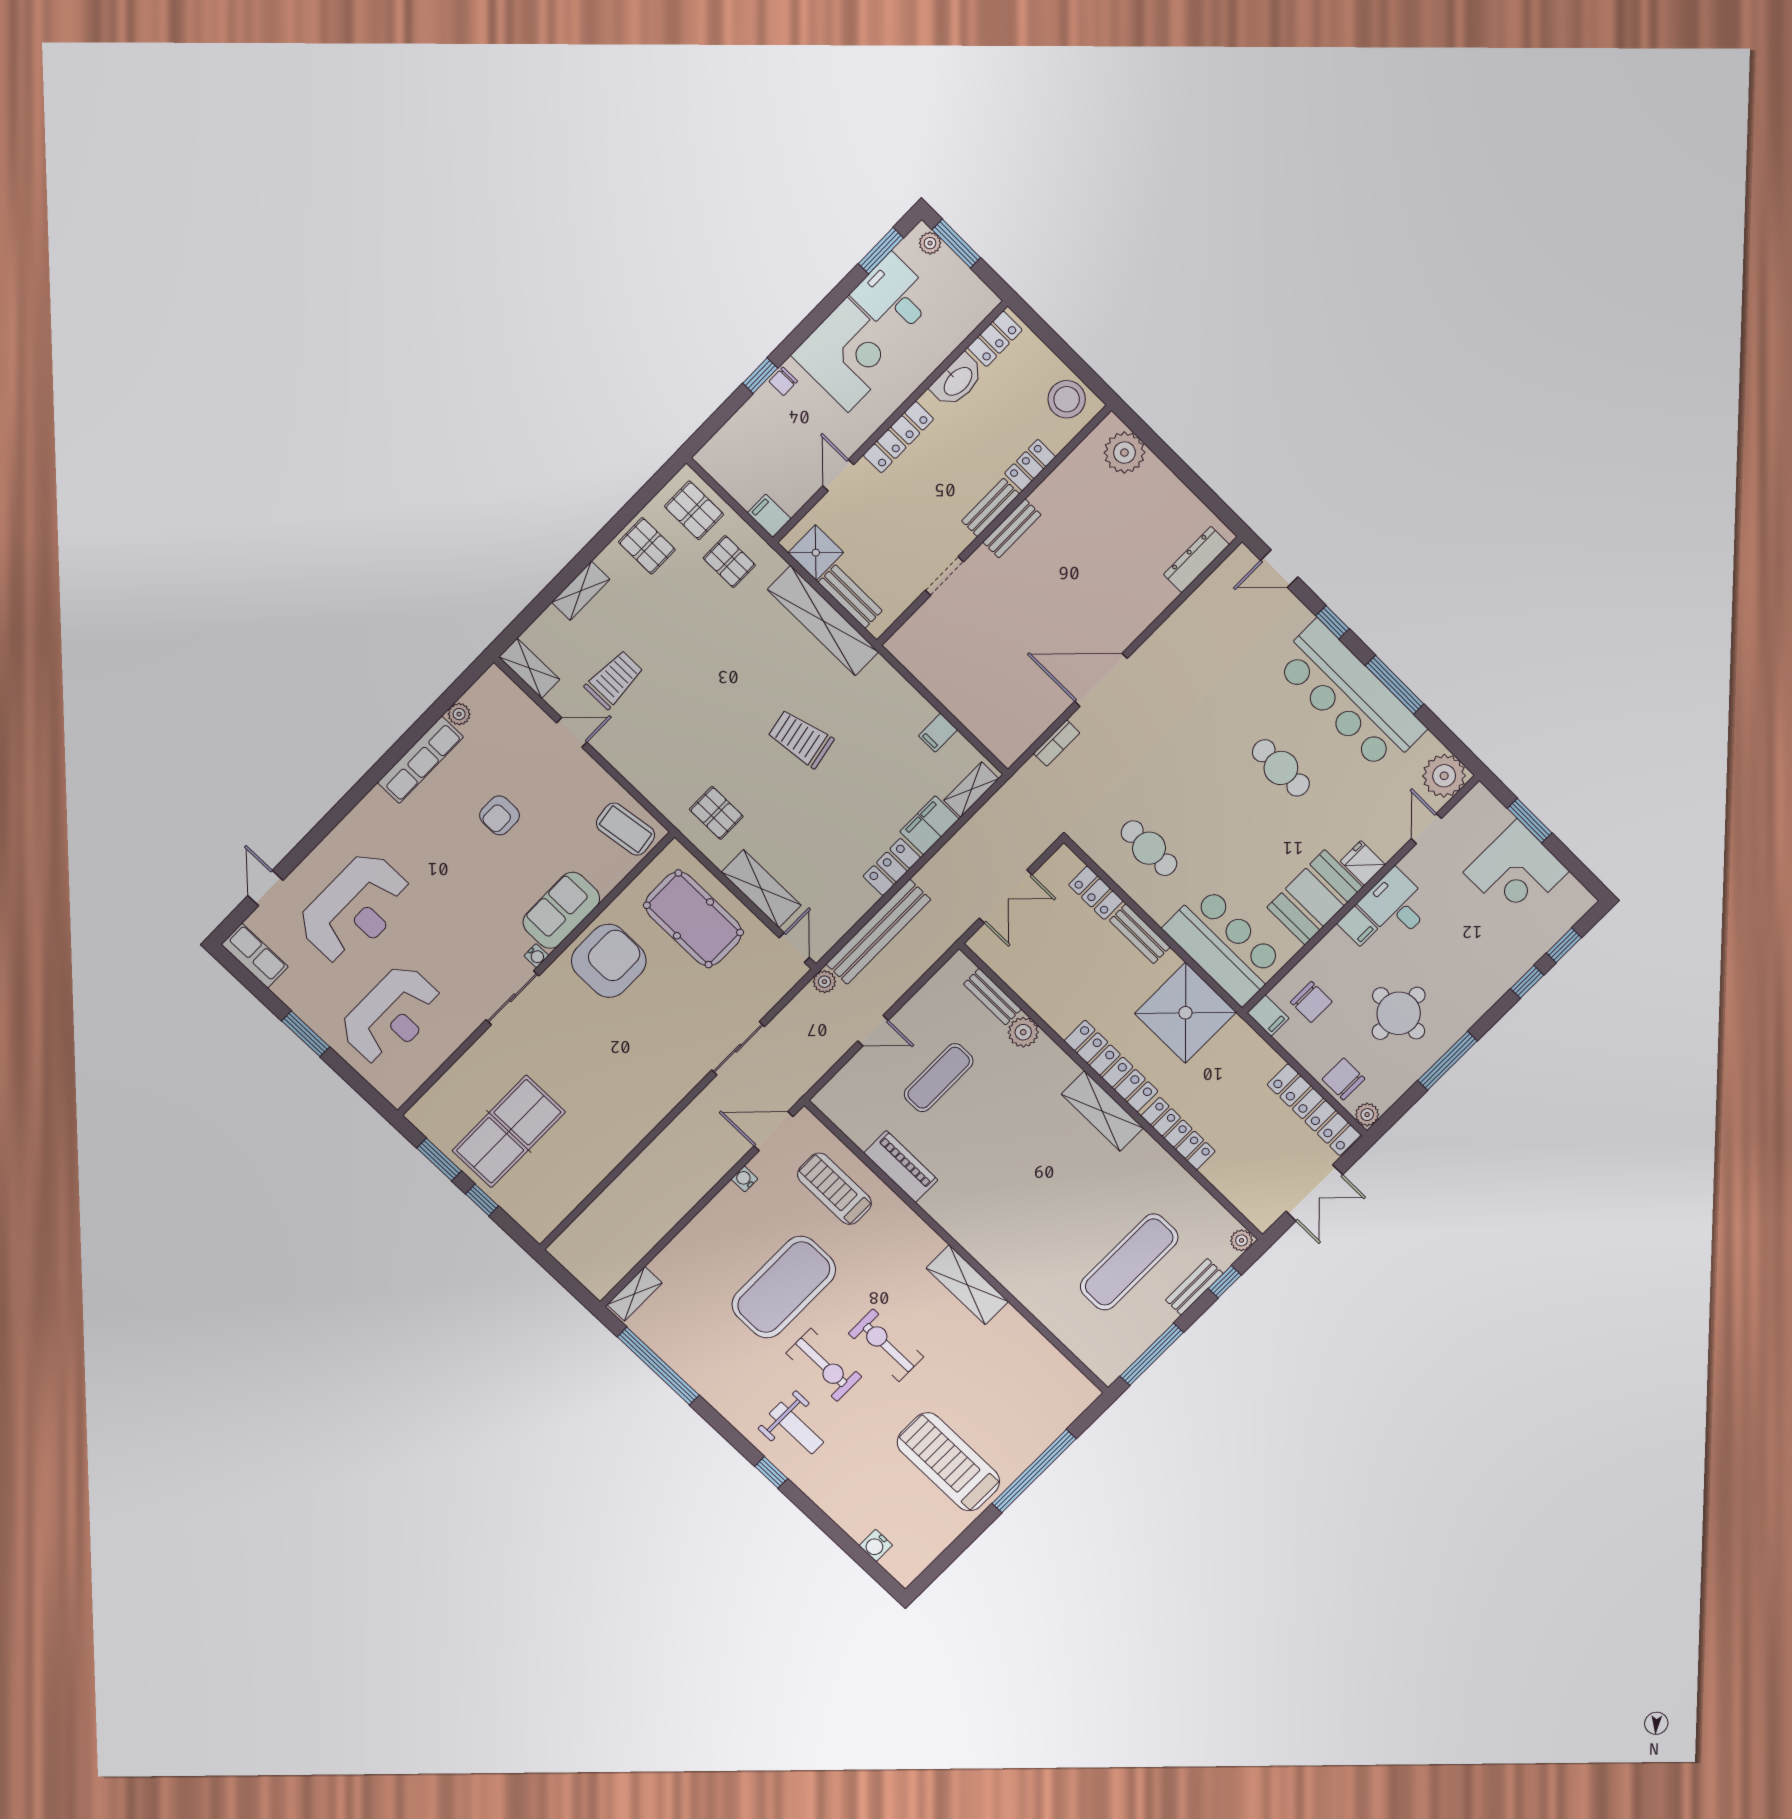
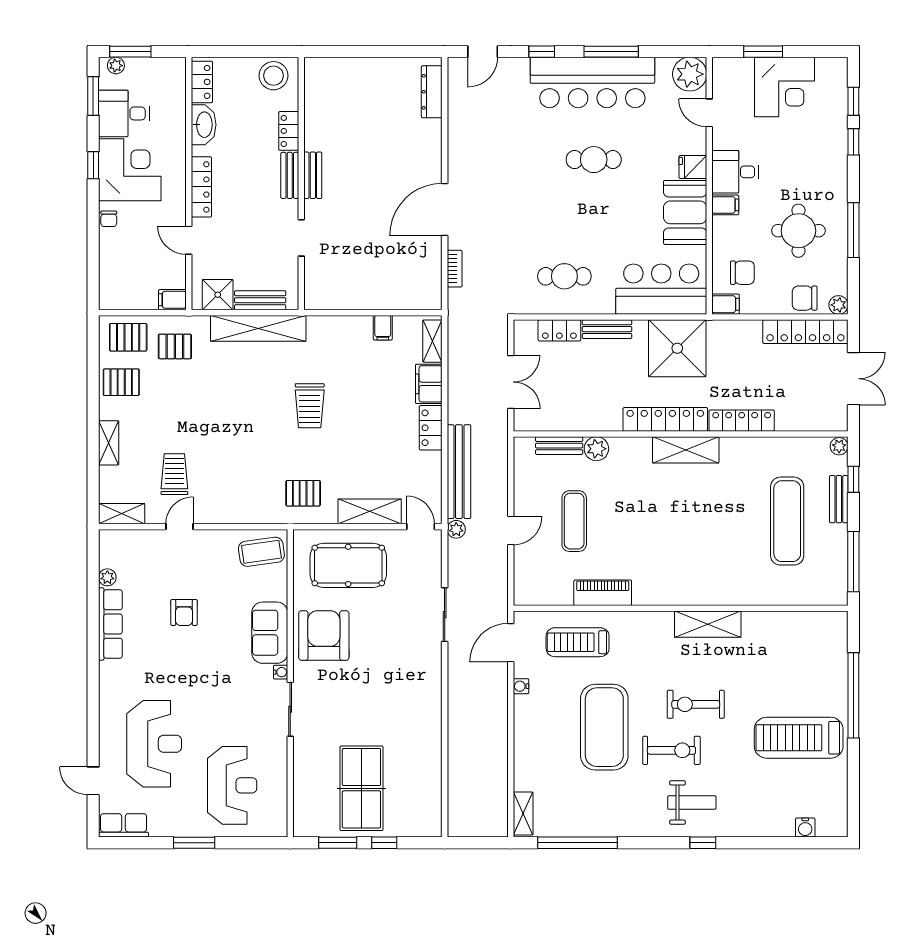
window: (760, 376) -> (93, 165), moved
plant: (1124, 453) -> (334, 73), removed
trolley: (801, 739) -> (310, 406), turned -79

